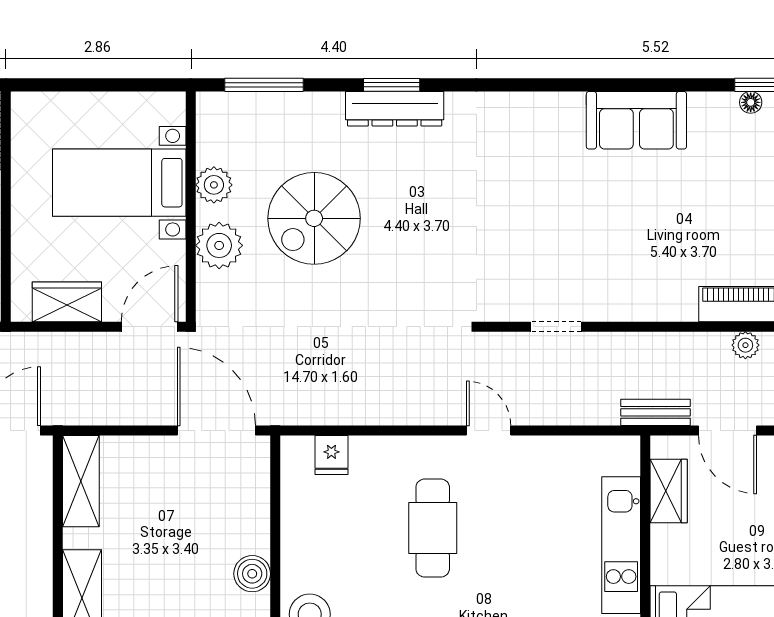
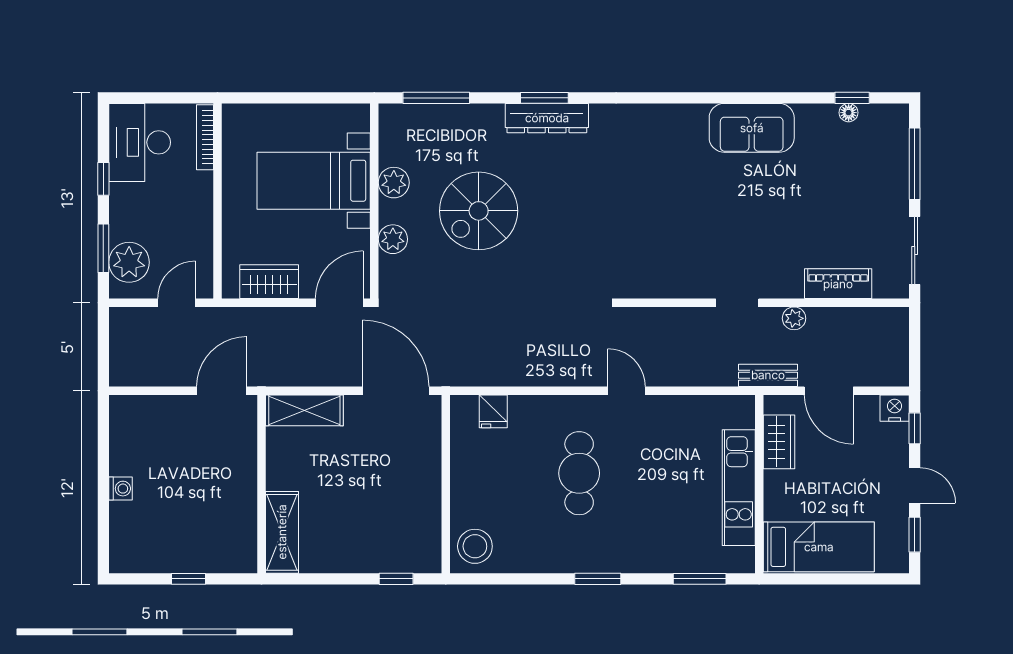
plant: (219, 245) -> (393, 239), width x0.73, depth x0.73
doorway: (556, 327) -> (737, 303), moved
plant: (745, 345) -> (794, 318), moved
shelving: (81, 481) -> (304, 410), moved, turned 90
boiler: (252, 574) -> (426, 512), removed

